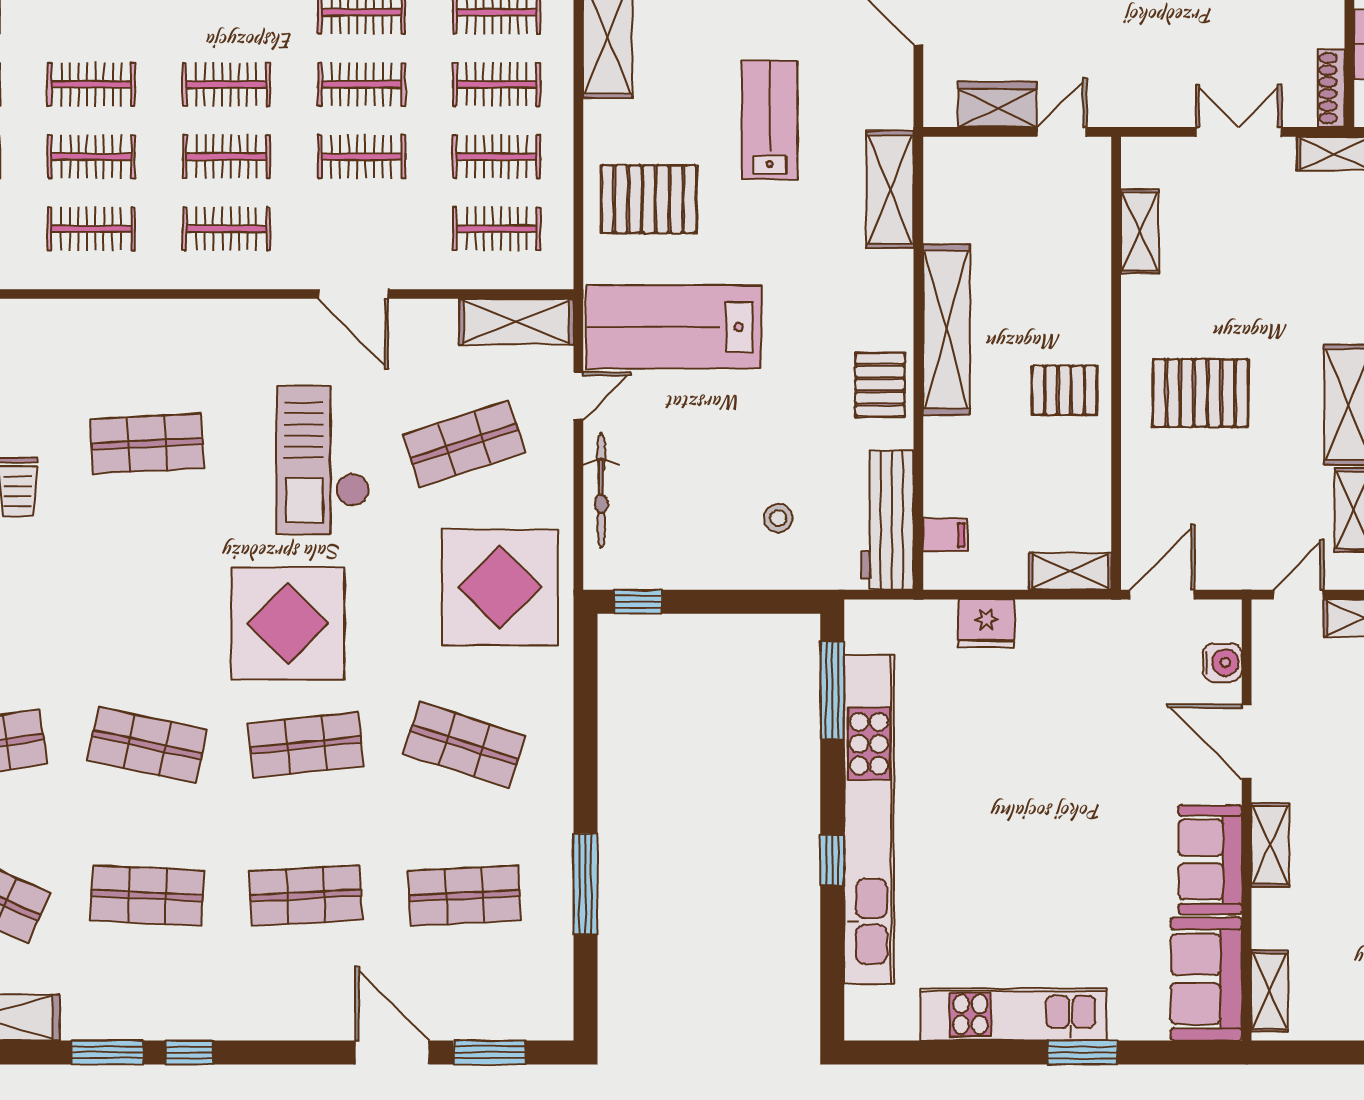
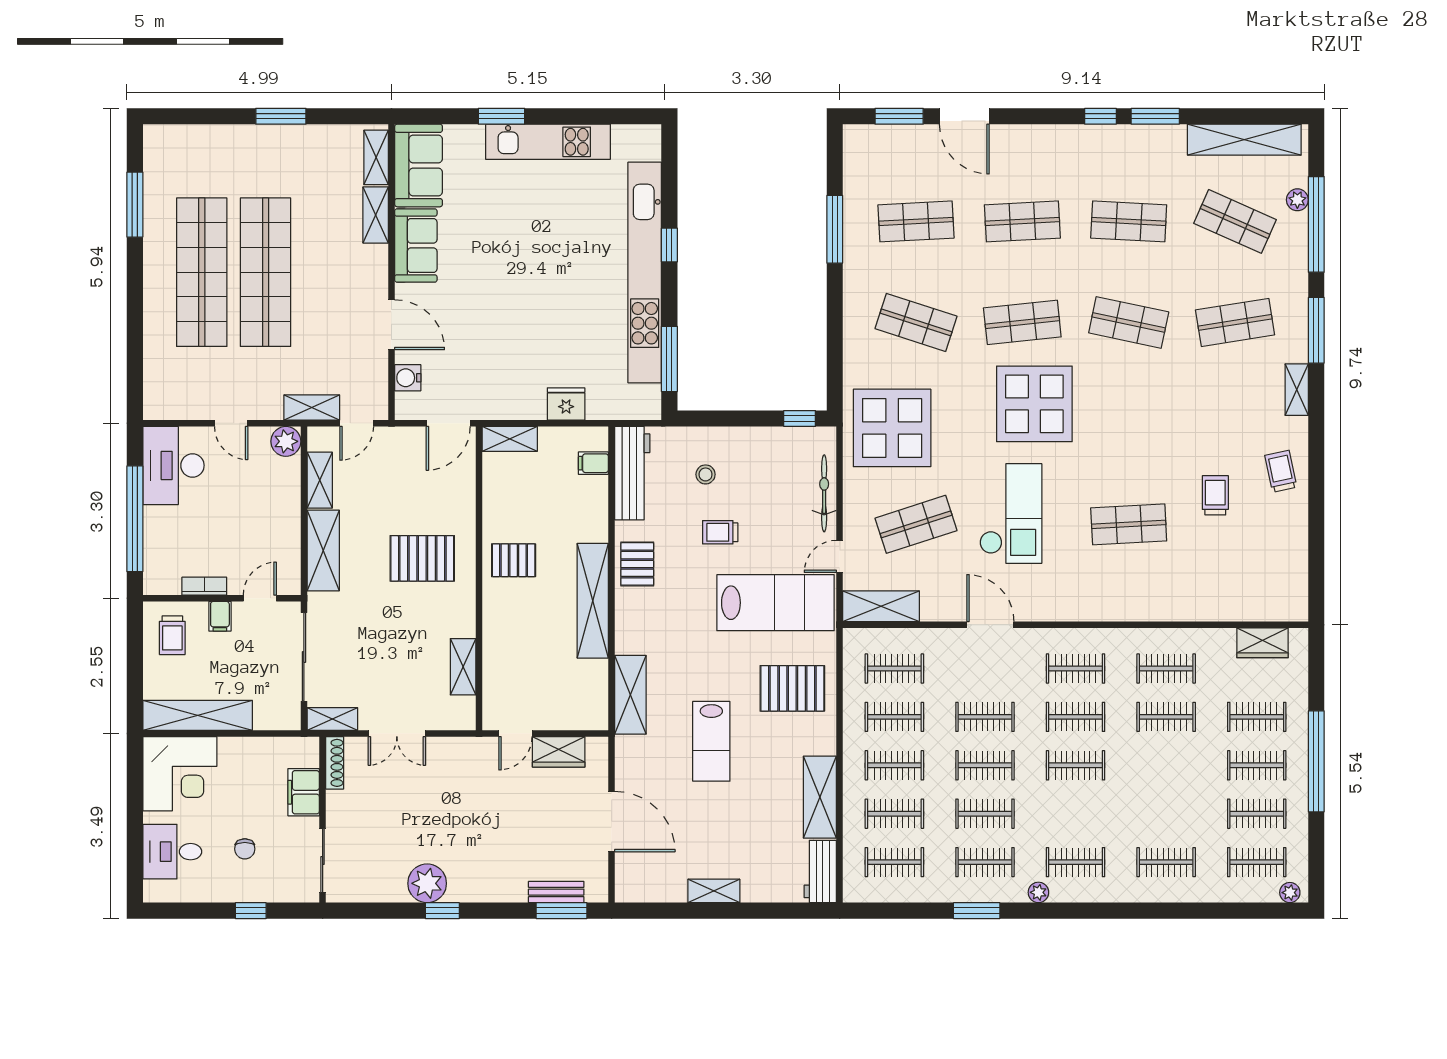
clothes rail: (91, 84) -> (1166, 765), removed
trolley: (756, 432) -> (720, 532), added
shelving: (1270, 845) -> (376, 215), moved

